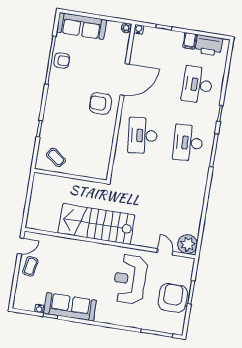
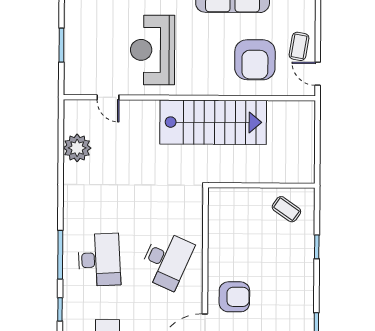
desk: (143, 136) -> (166, 260), turned 30
plant: (188, 244) -> (77, 148), moved
door: (21, 246) -> (318, 74), hinge flipped
reception desk: (130, 279) -> (153, 50), turned 180
armchair: (173, 298) -> (255, 60), moved

